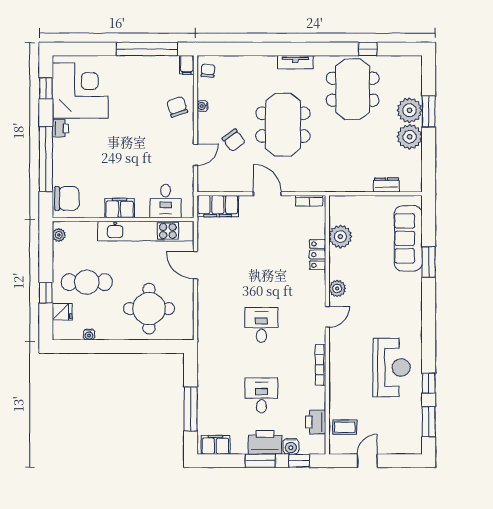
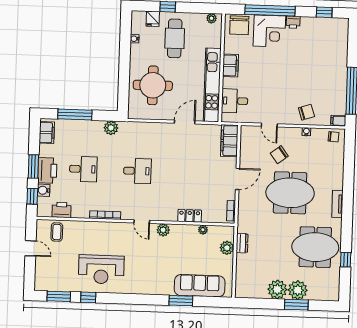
corner desk: (80, 91) -> (269, 31), moved, width x0.74, depth x0.74
dresser: (386, 185) -> (242, 243), moved
plant: (358, 204) -> (227, 248), added
plant: (340, 237) -> (203, 230), width x0.53, depth x0.53
plant: (206, 361) -> (111, 128), added

